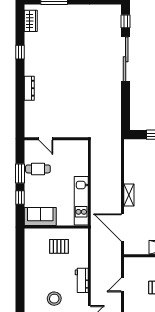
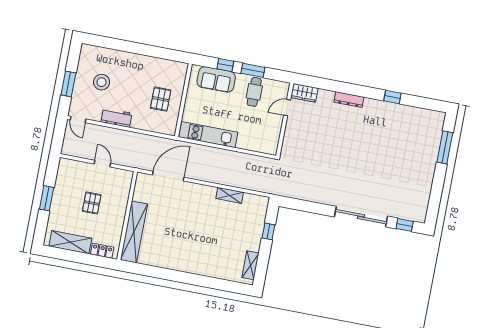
wardrobe: (31, 21) -> (304, 93), moved
shelving: (129, 195) -> (230, 195), moved
sofa: (40, 217) -> (216, 79), moved, turned 90

